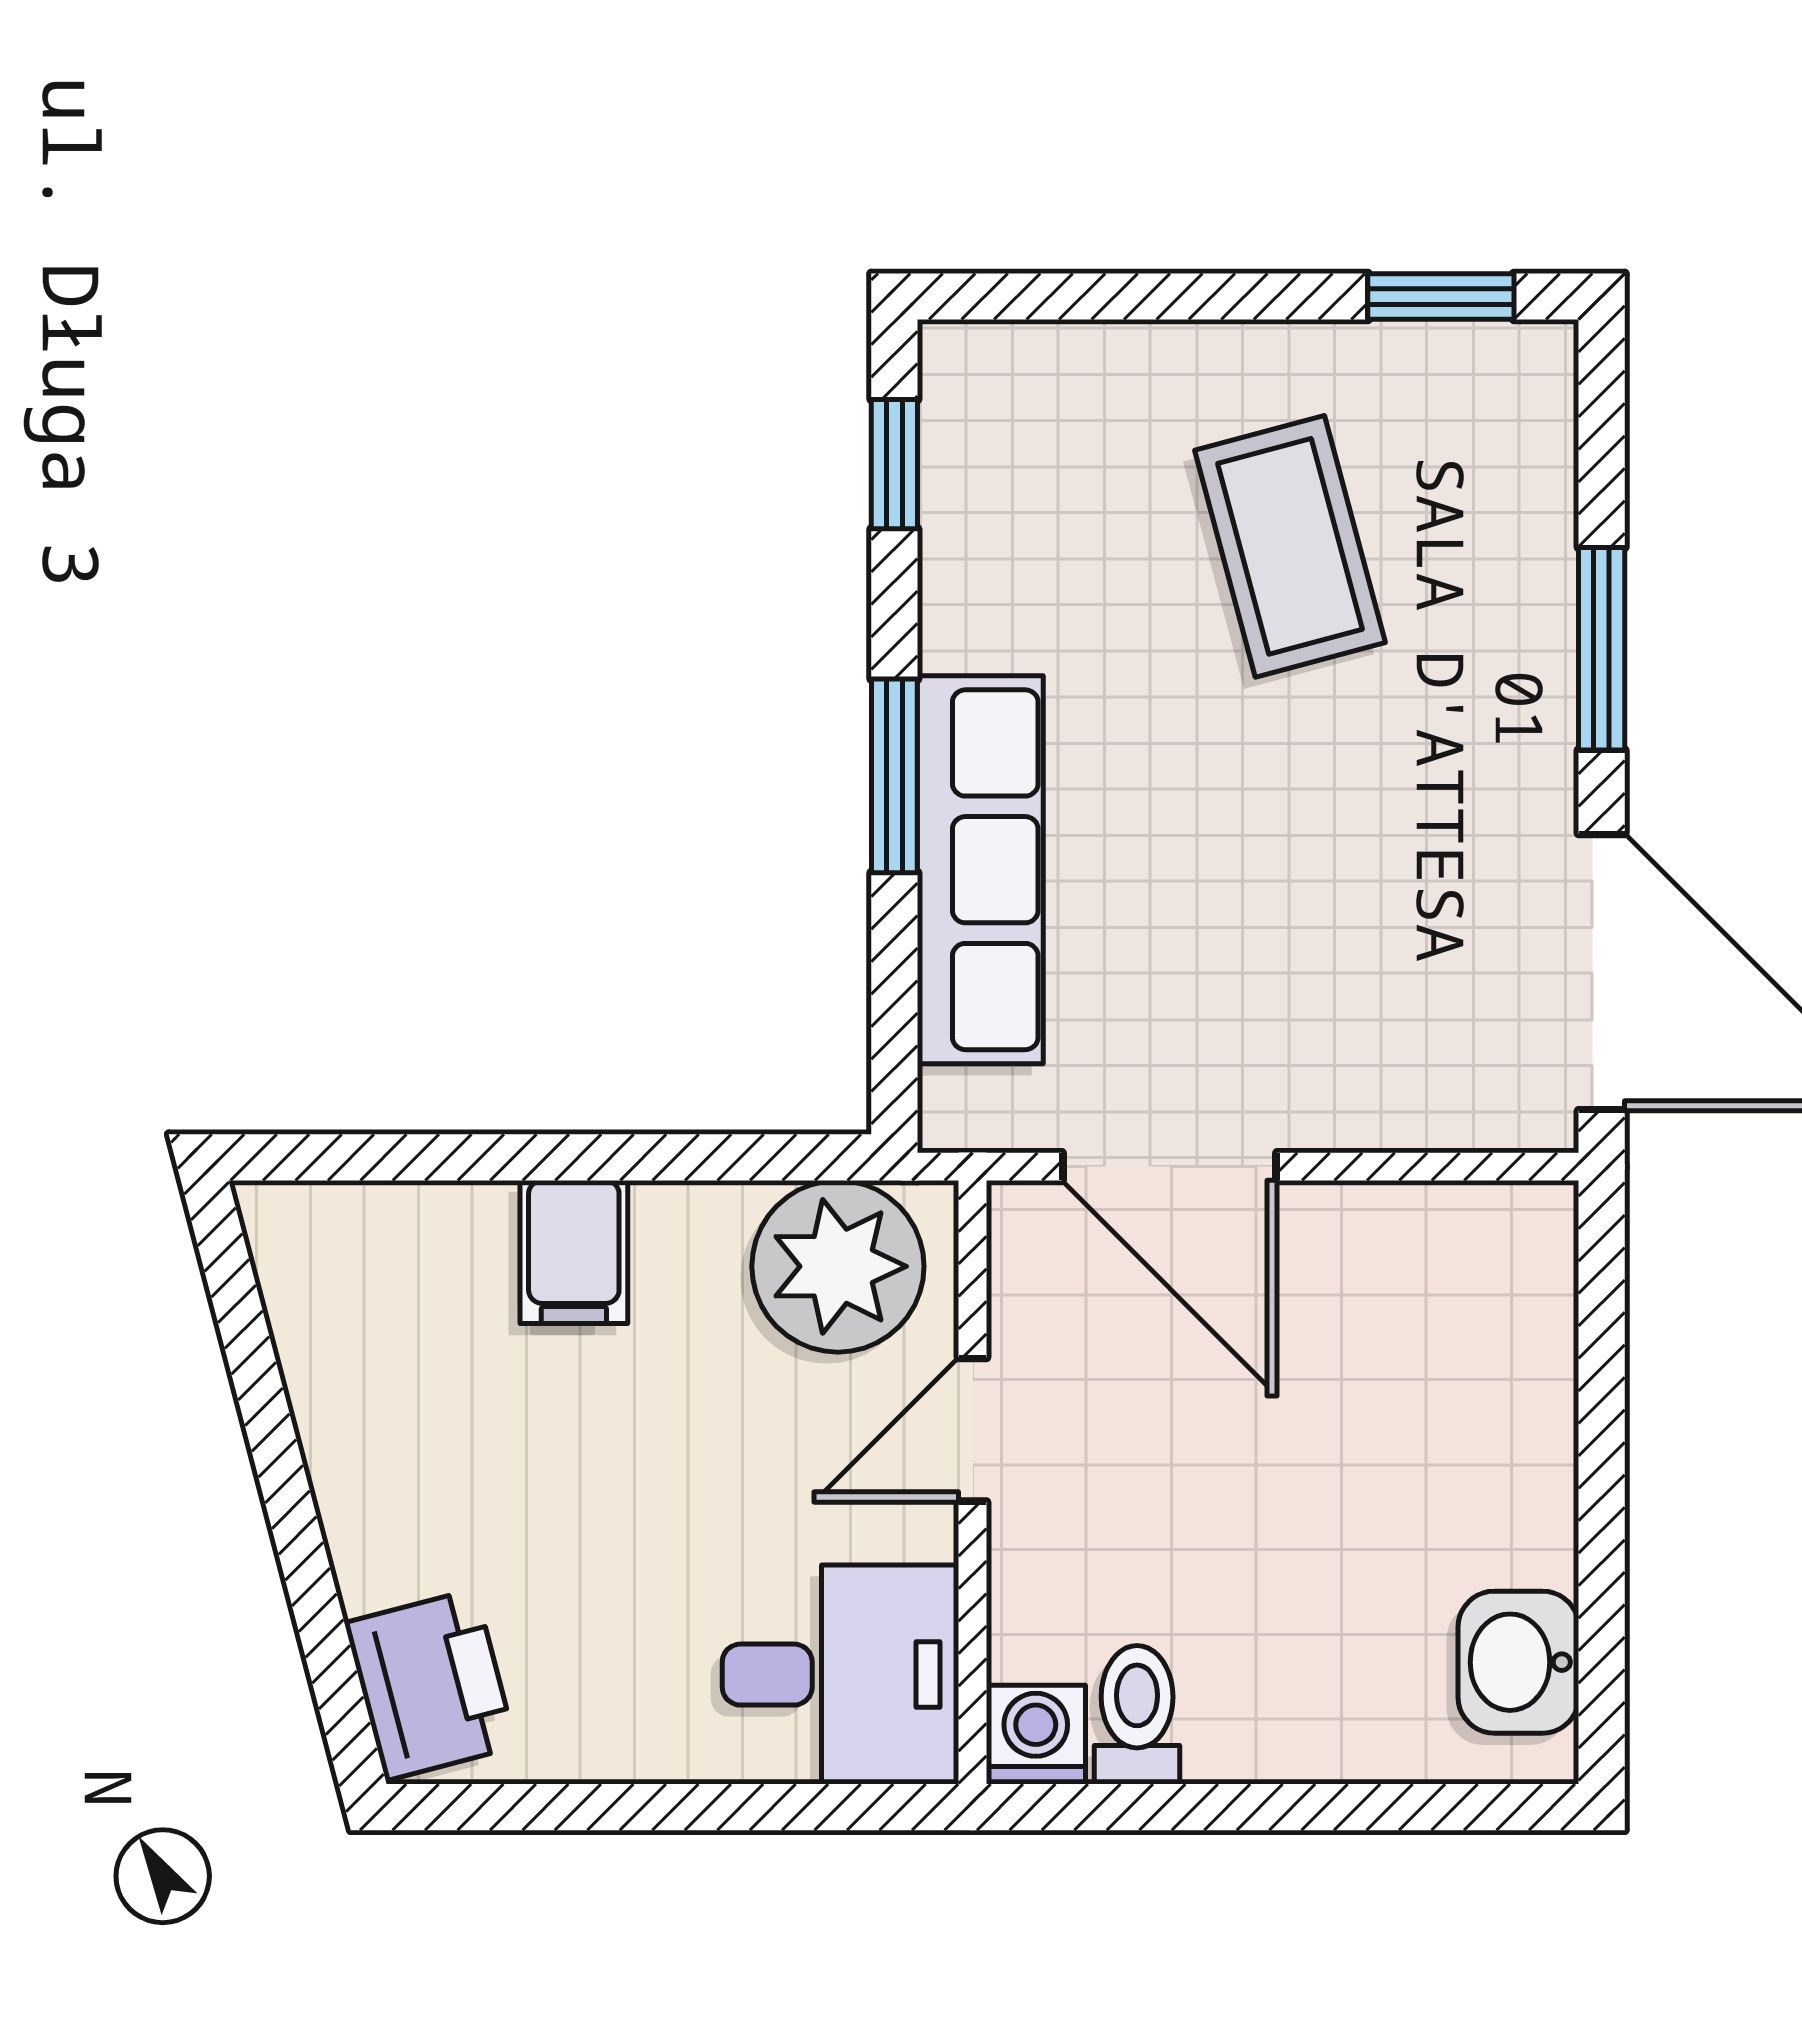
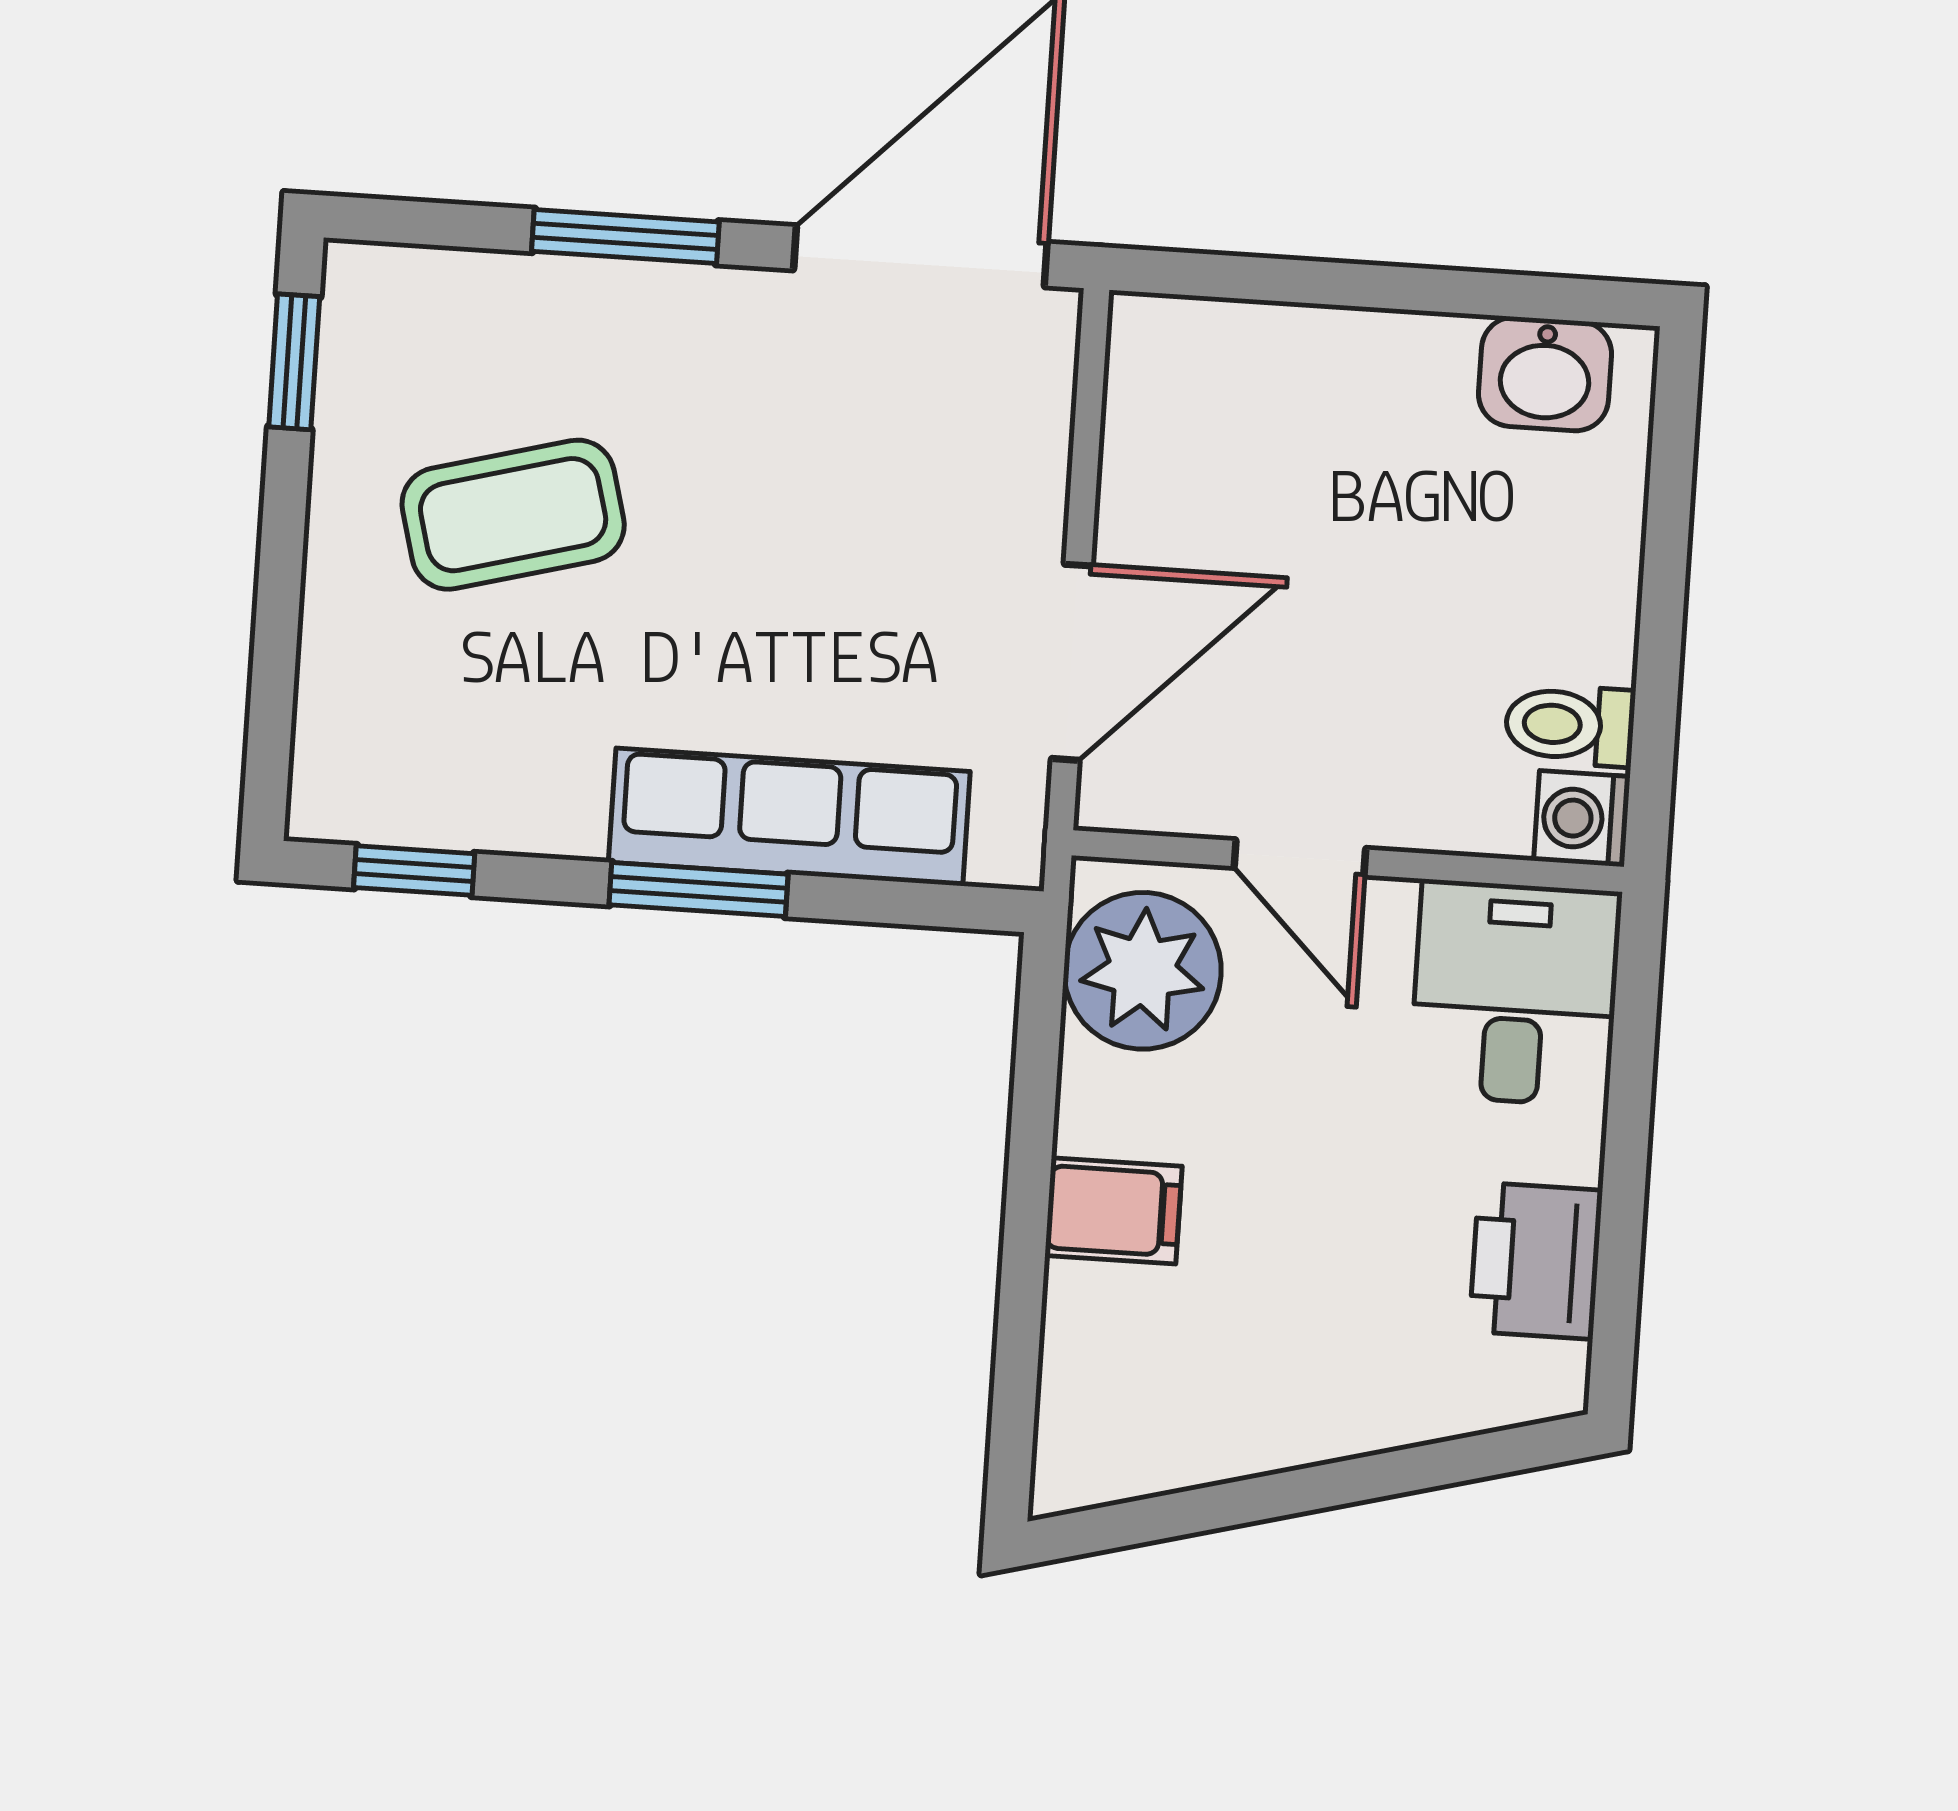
printer: (430, 1685) -> (1536, 1261), moved, turned -75

